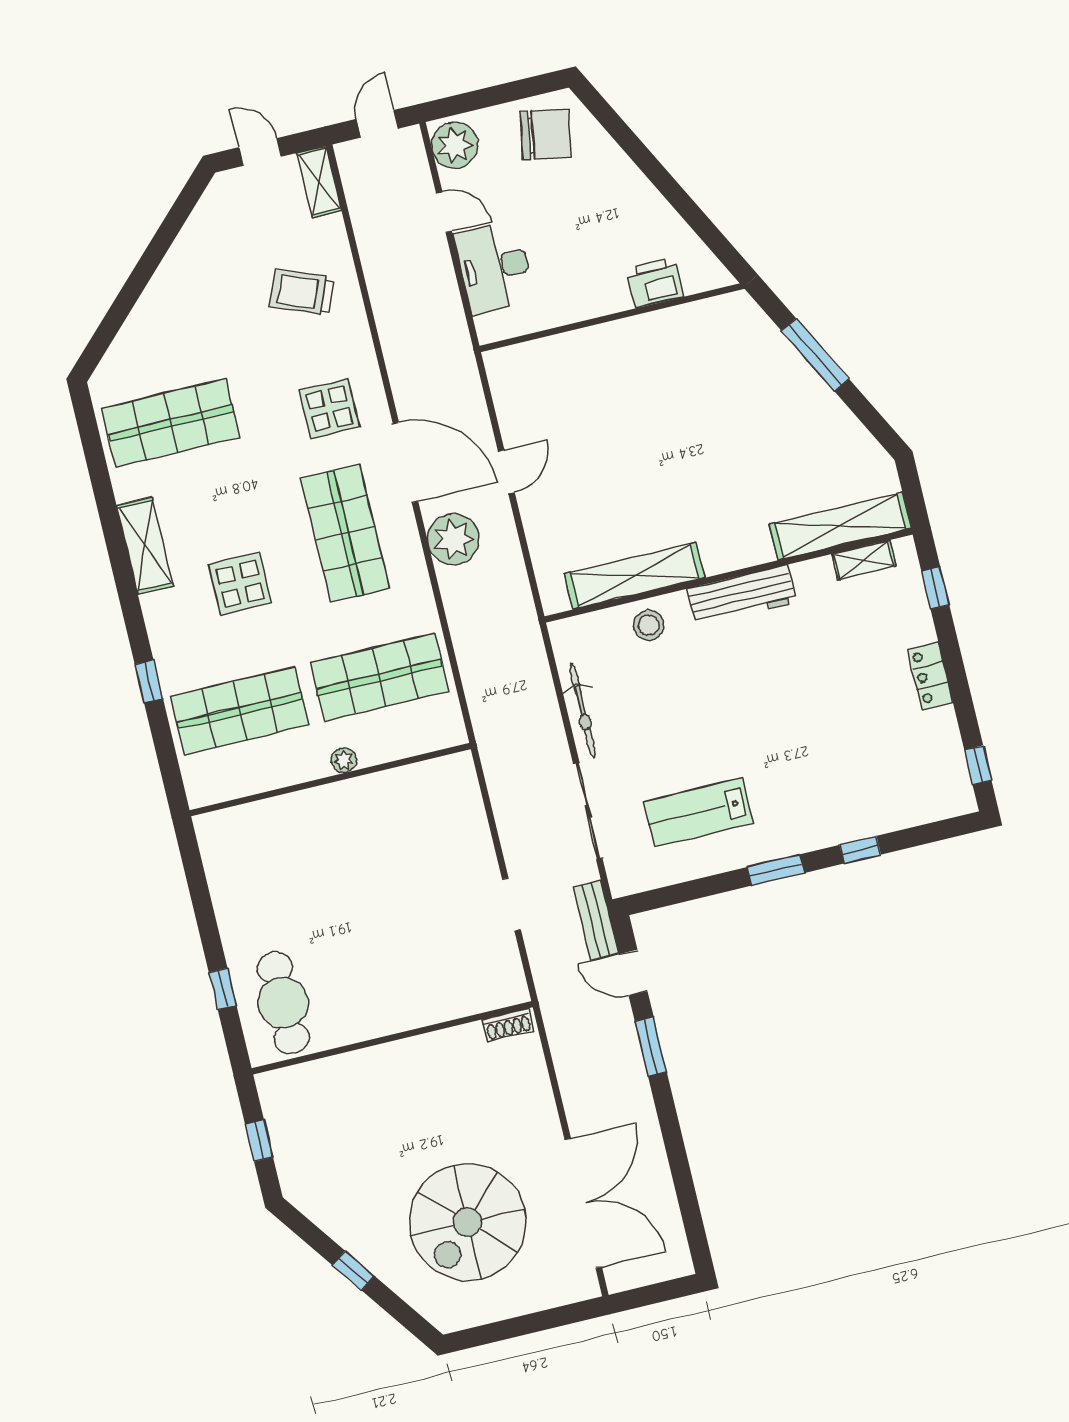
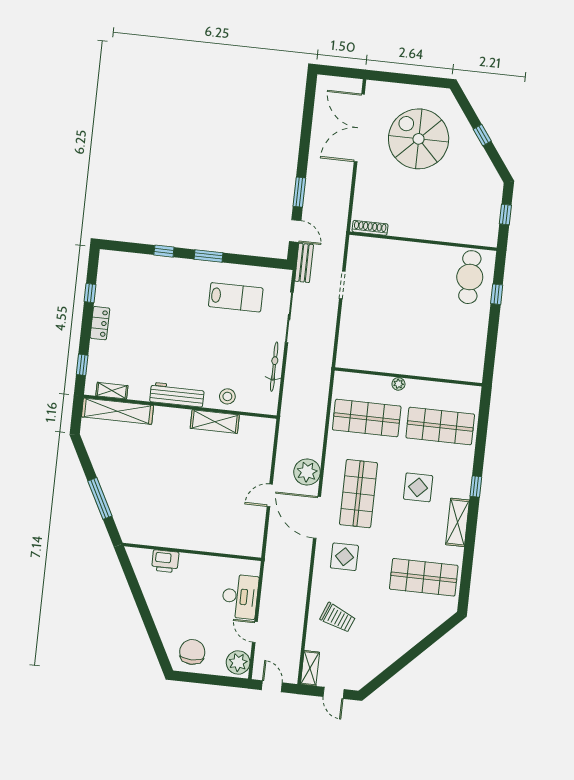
door: (377, 124) -> (272, 686), swing flipped
chair: (545, 134) -> (192, 652), turned 80
shelving: (635, 576) -> (215, 422), width x0.68
window: (149, 681) -> (476, 486), moved
window: (978, 765) -> (90, 293), moved
shoe rack: (508, 1025) -> (370, 228), width x1.43
spiral stairs: (468, 1222) -> (419, 139), turned -90

